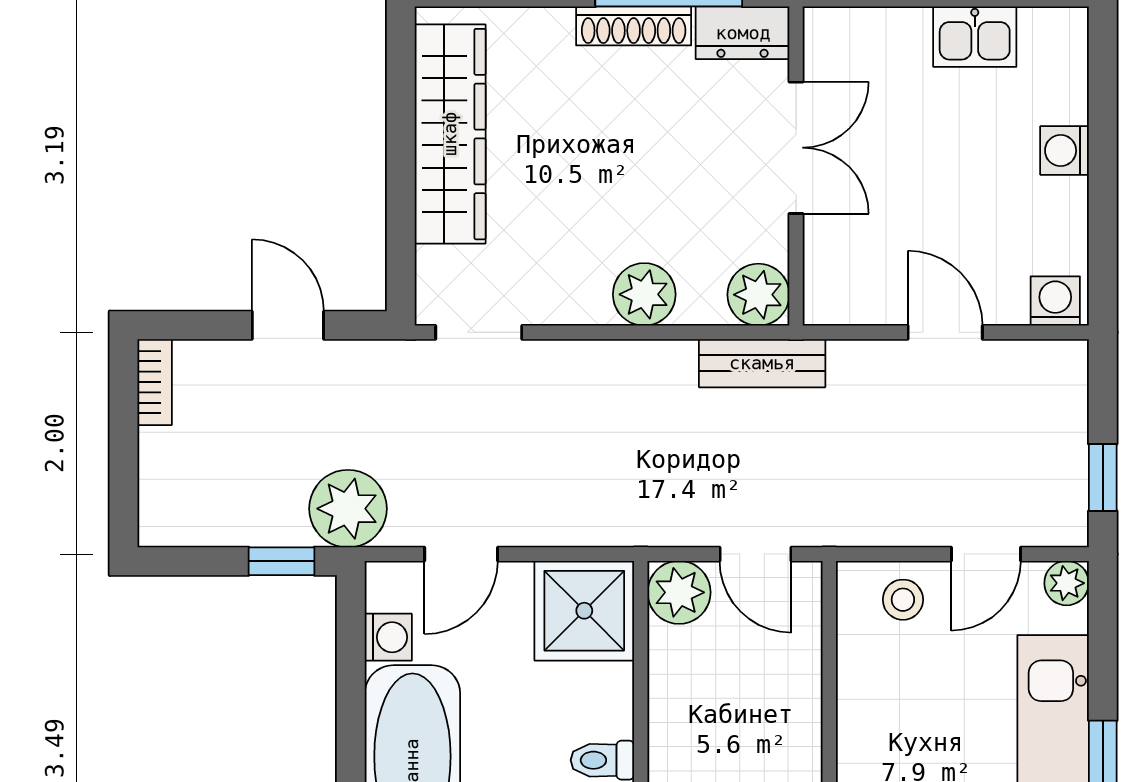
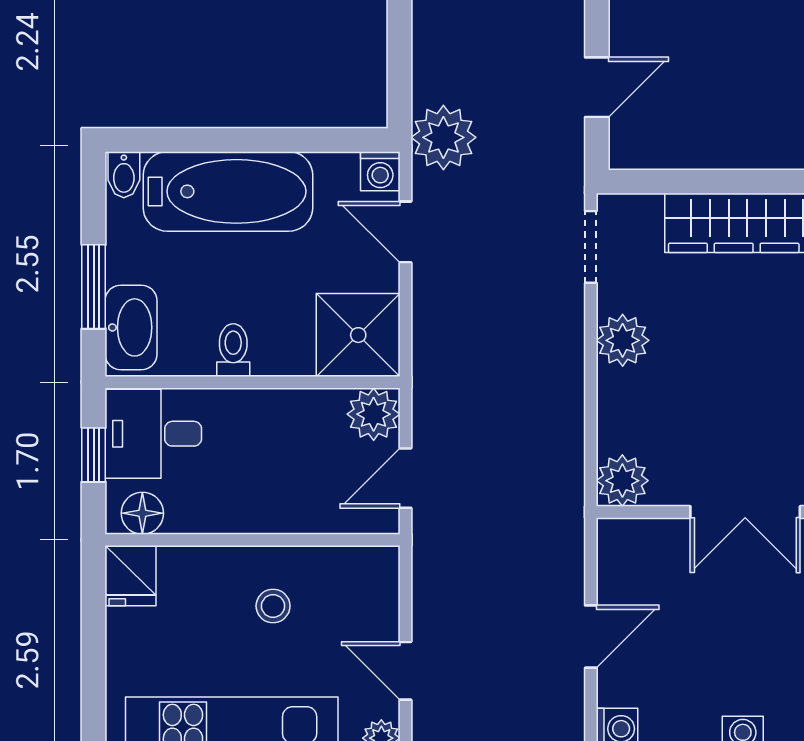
plant: (644, 294) -> (623, 340), moved
bench: (762, 363) -> (565, 484), removed
window: (281, 561) -> (399, 82), removed
stool: (903, 600) -> (273, 606), moved
washing machine: (388, 637) -> (380, 171), moved

